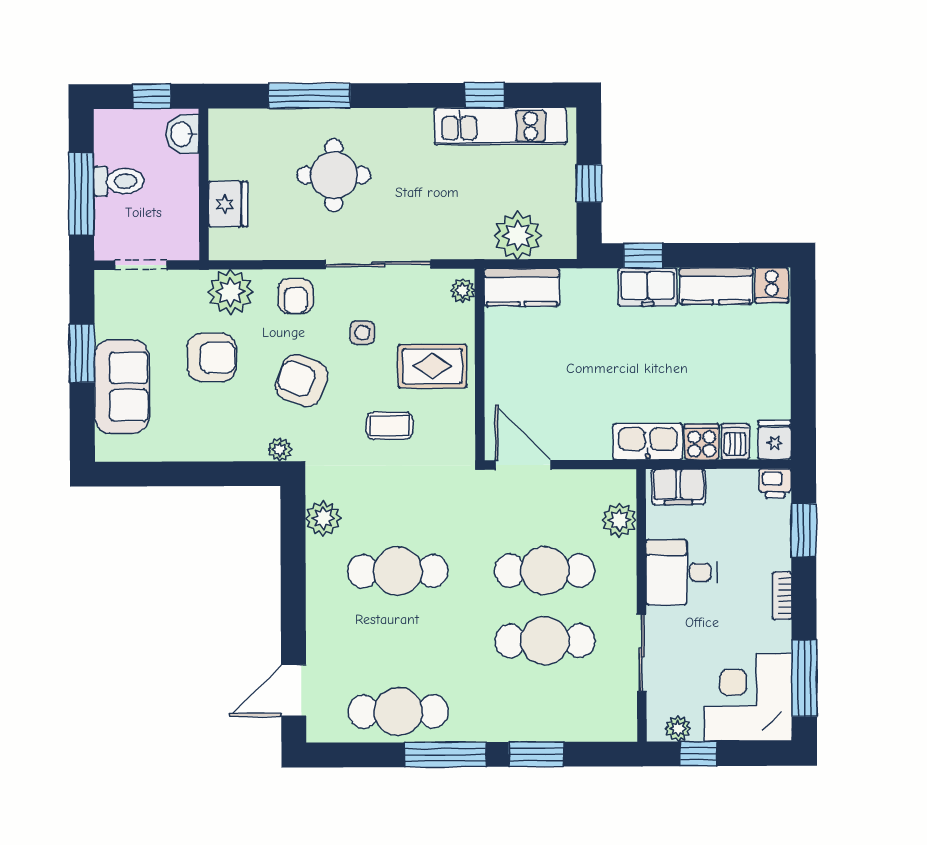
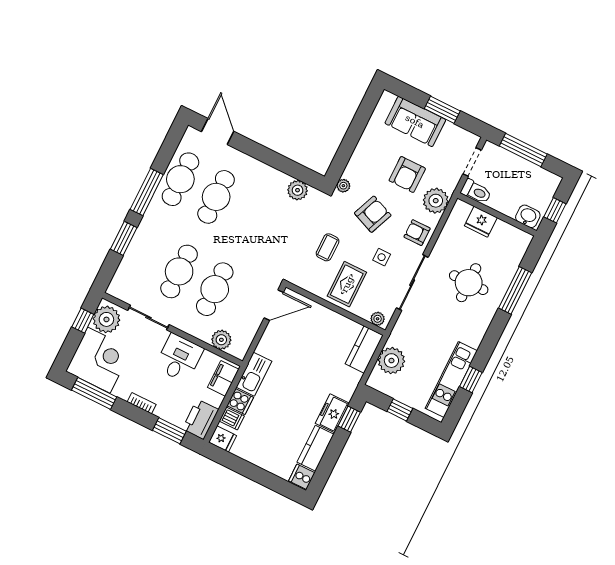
toilet: (119, 181) -> (476, 191), moved, turned -90
printer: (775, 483) -> (200, 419), width x1.87, depth x1.48
cafe table: (398, 571) -> (216, 197), moved
plant: (678, 729) -> (106, 319), width x1.88, depth x1.88

